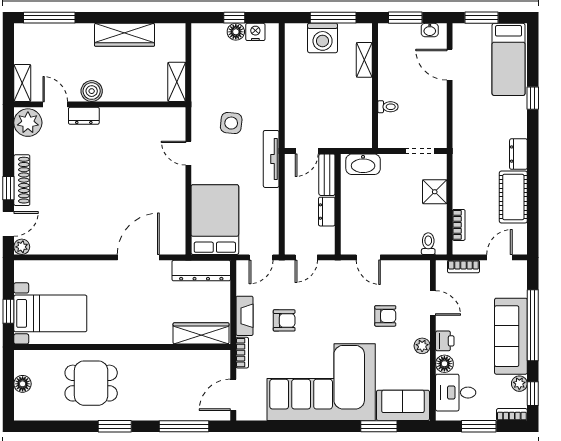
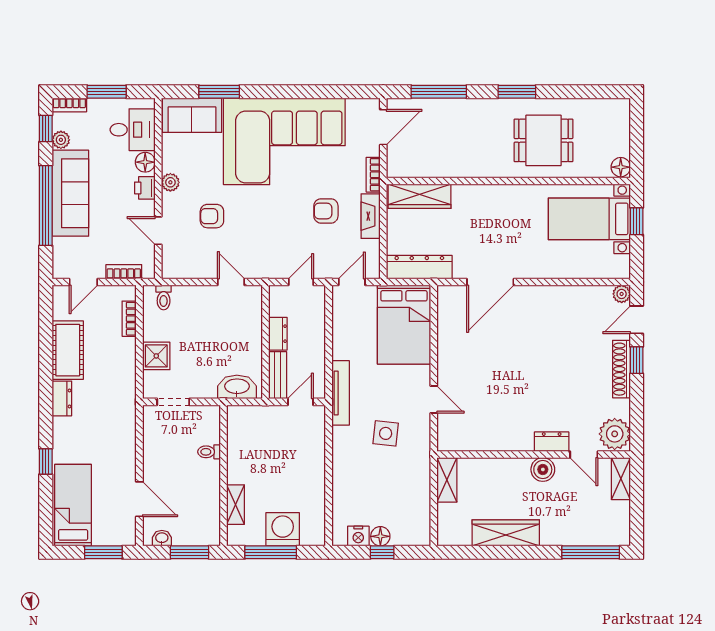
floor lamp: (23, 384) -> (621, 167), moved

